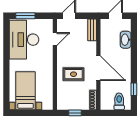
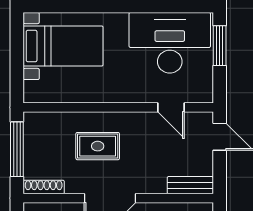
rug: (73, 74) -> (98, 146), turned 90
window: (75, 113) -> (17, 149), width x2.17

